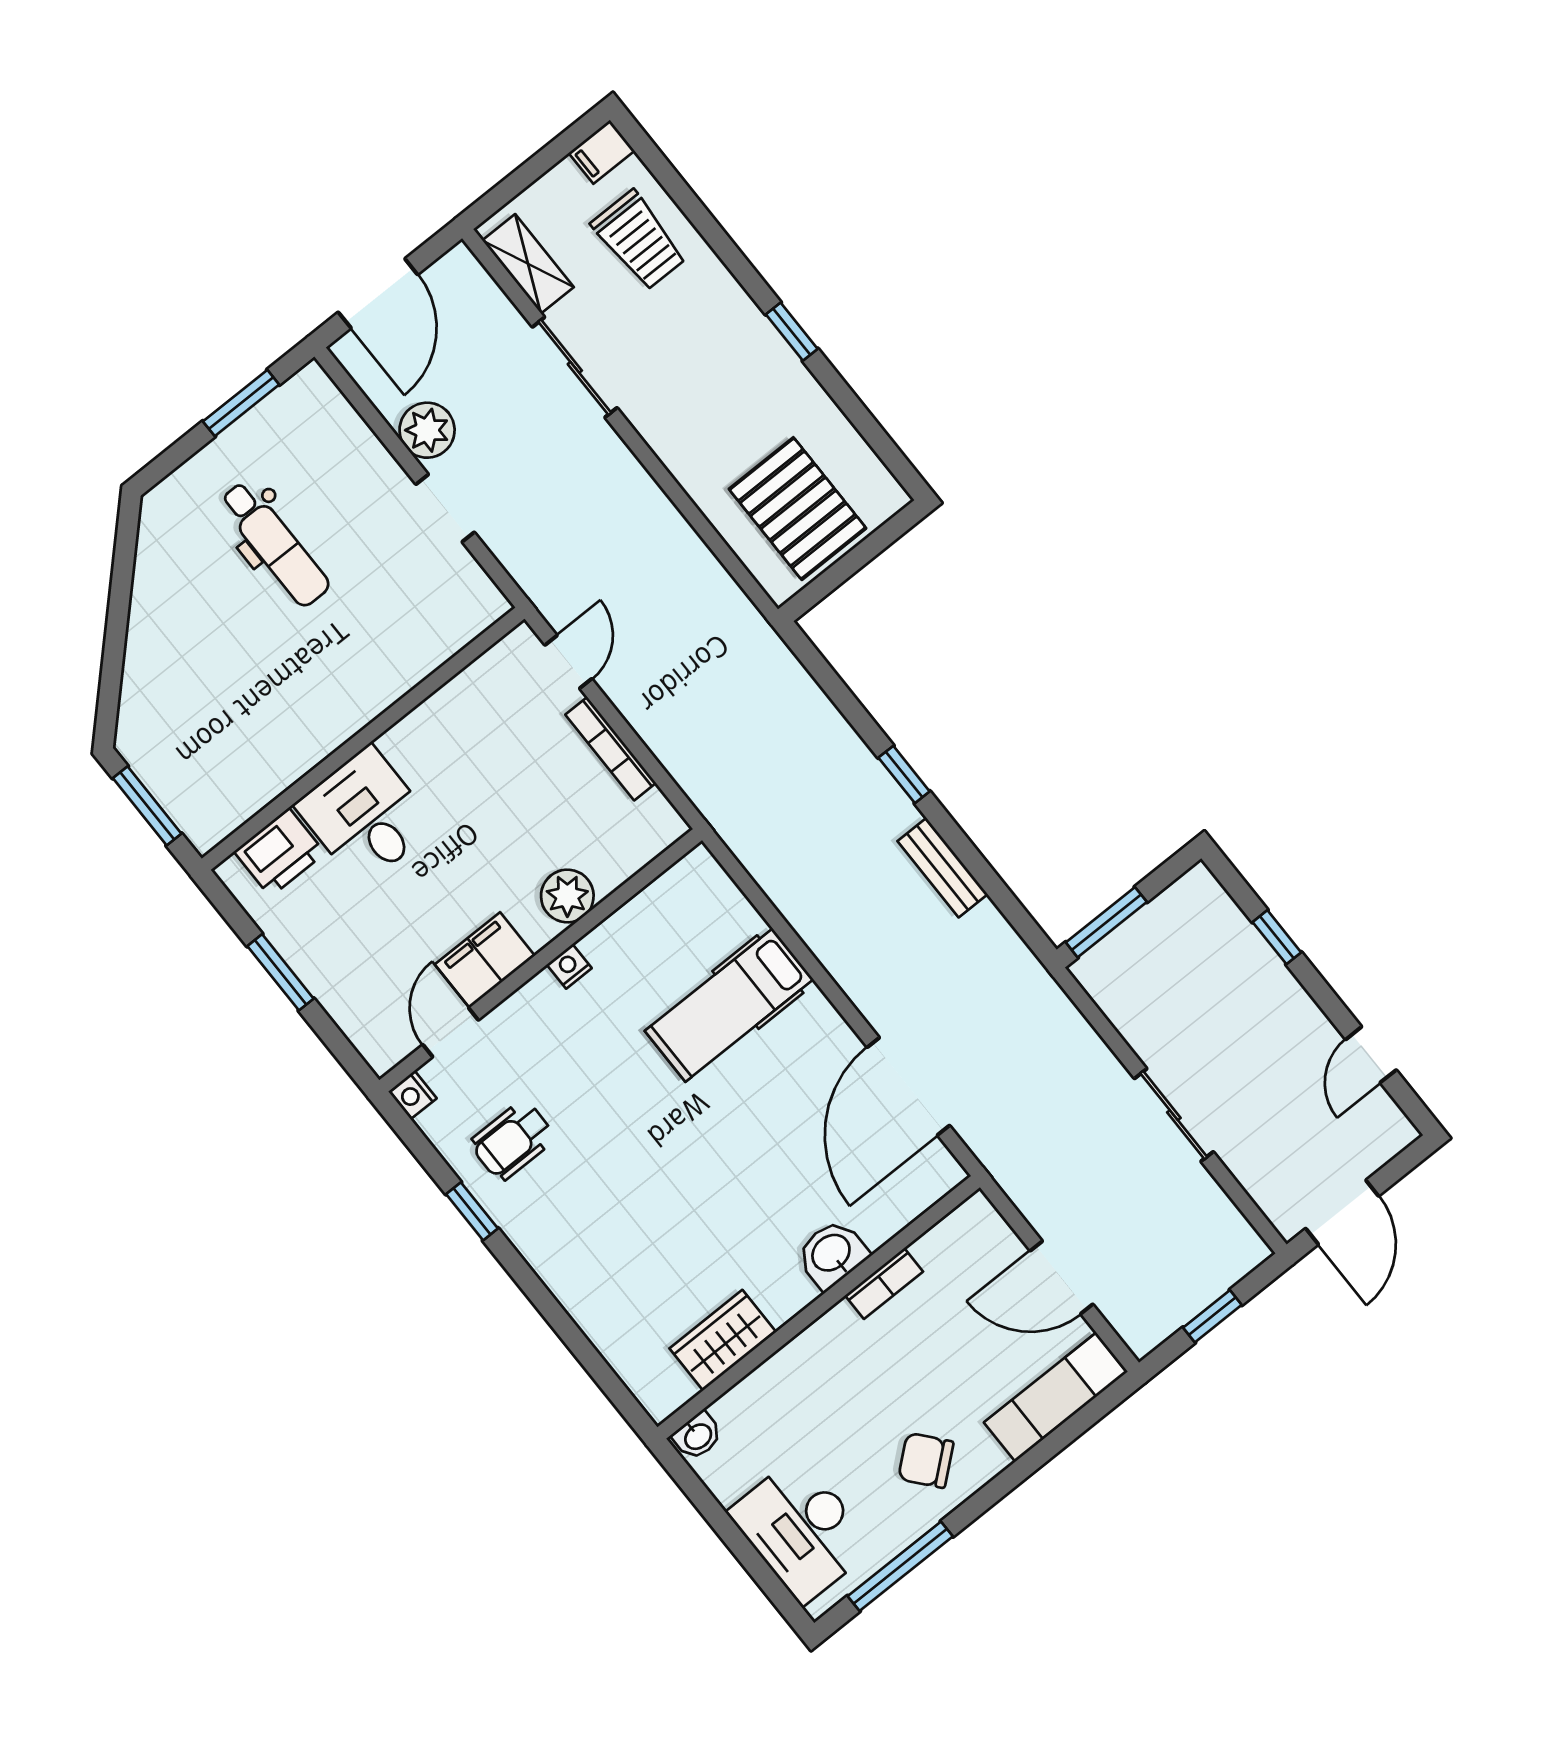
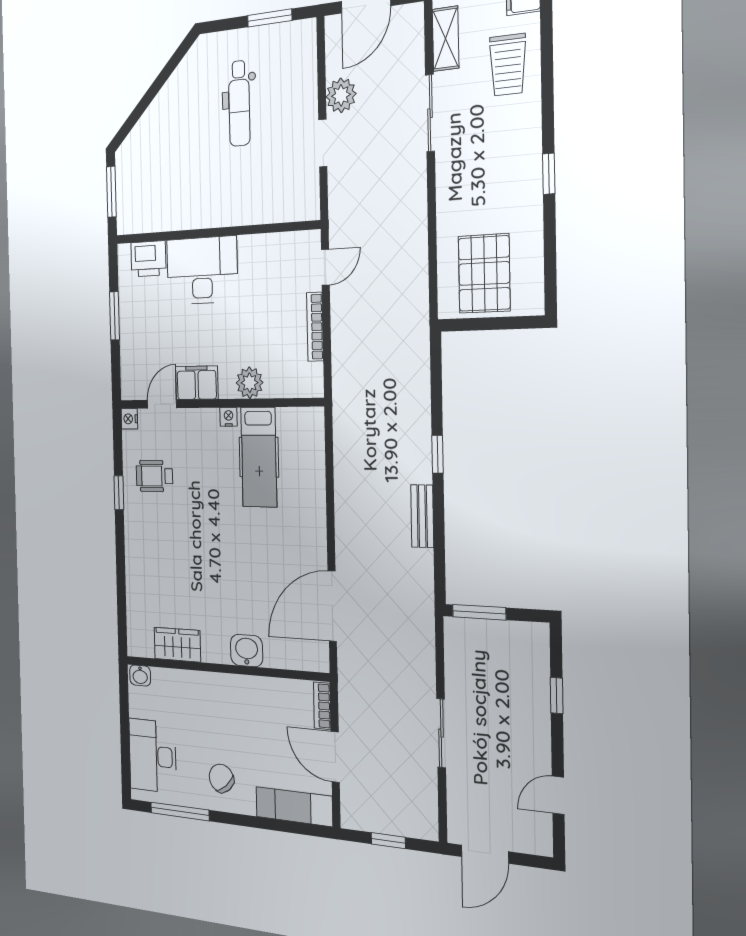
desk: (365, 816) -> (202, 270), width x1.37
hospital bed: (729, 1005) -> (259, 457), moved, turned -90
bookcase: (884, 1283) -> (322, 706), moved, turned 90

